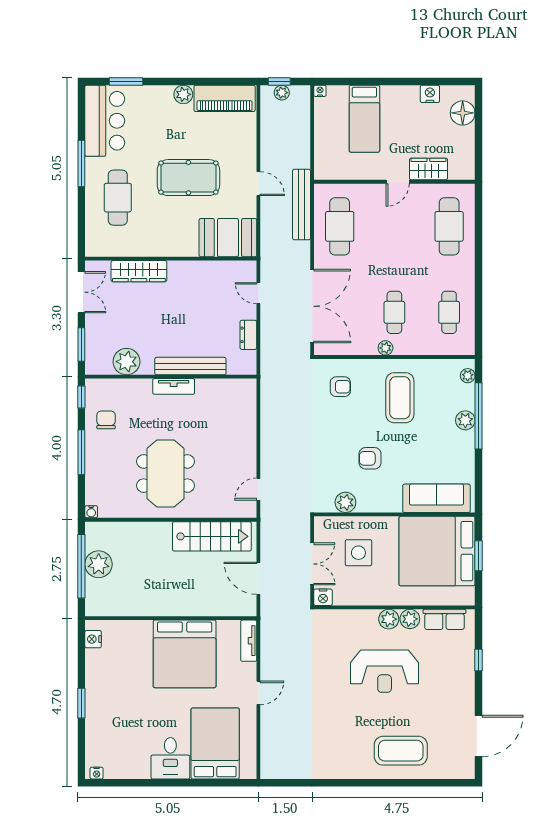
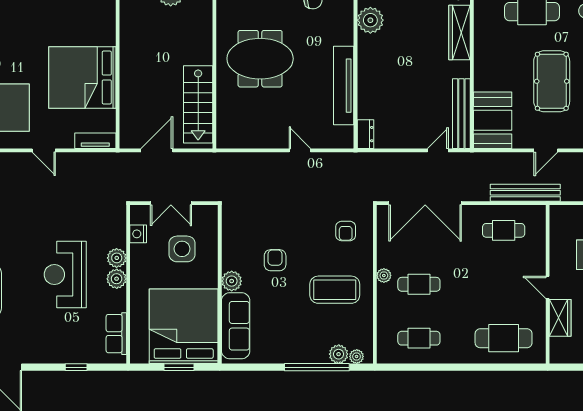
cafe table: (340, 226) -> (504, 230), width x0.73, depth x0.74
dresser: (248, 335) -> (365, 134), moved, turned 90
bench: (190, 366) -> (461, 114), moved
tv unit: (174, 386) -> (344, 86), width x1.92, depth x1.29
plant: (465, 420) -> (339, 354), moved
door: (258, 489) -> (300, 150), moved
plant: (345, 502) -> (232, 281), moved
nightstand: (323, 597) -> (138, 234), moved
plant: (410, 619) -> (117, 258), moved

